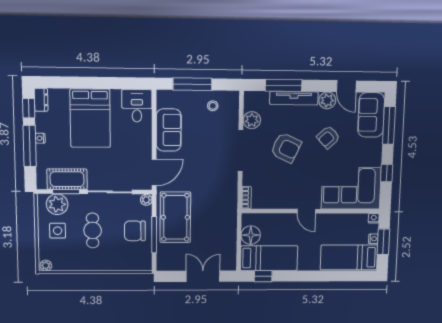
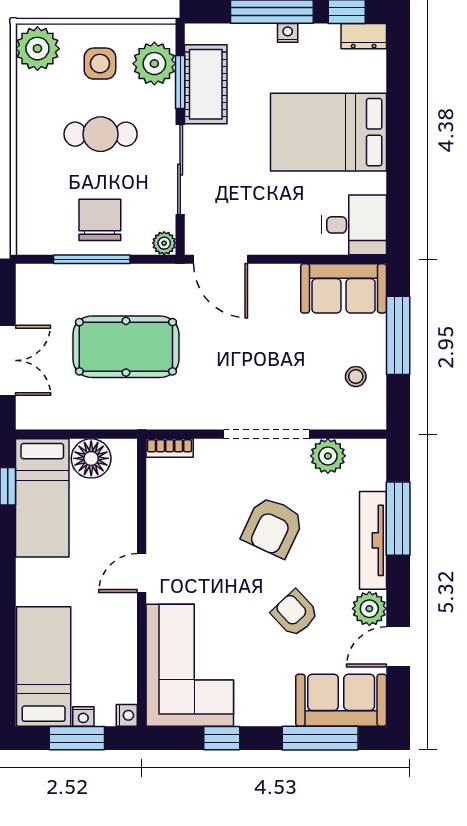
sofa: (169, 130) -> (344, 288), moved
pool table: (175, 217) -> (126, 347), moved
plant: (46, 266) -> (37, 49), width x1.87, depth x1.87

